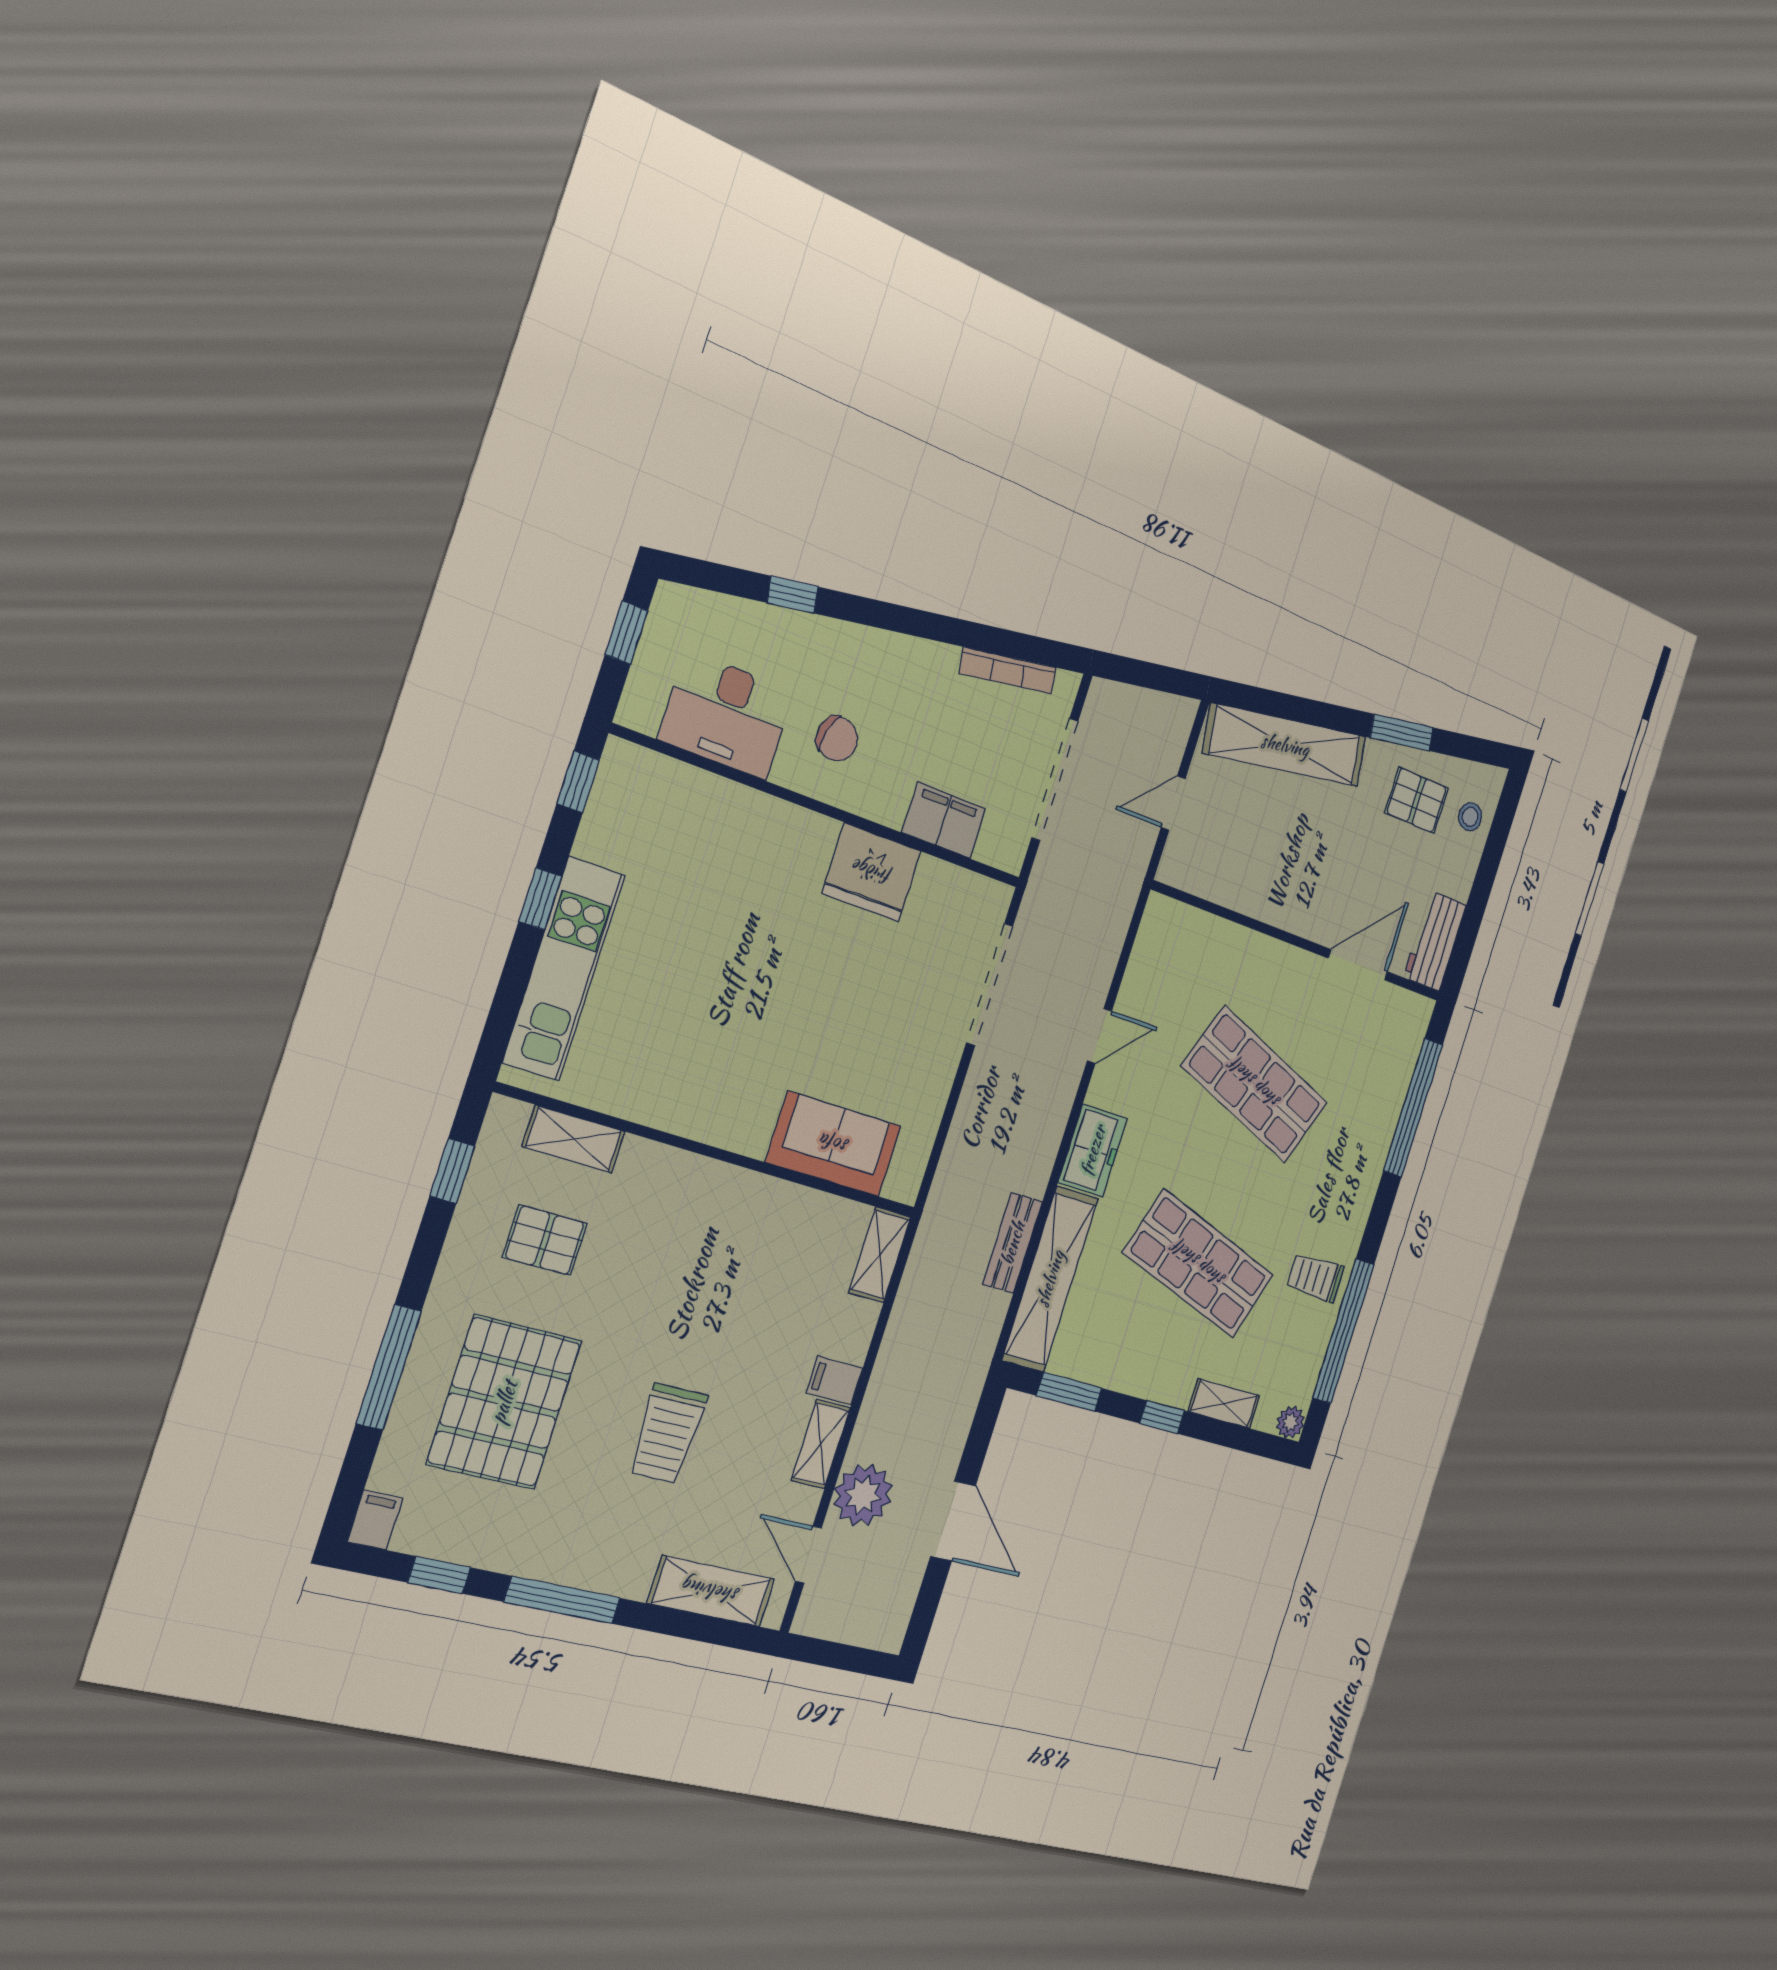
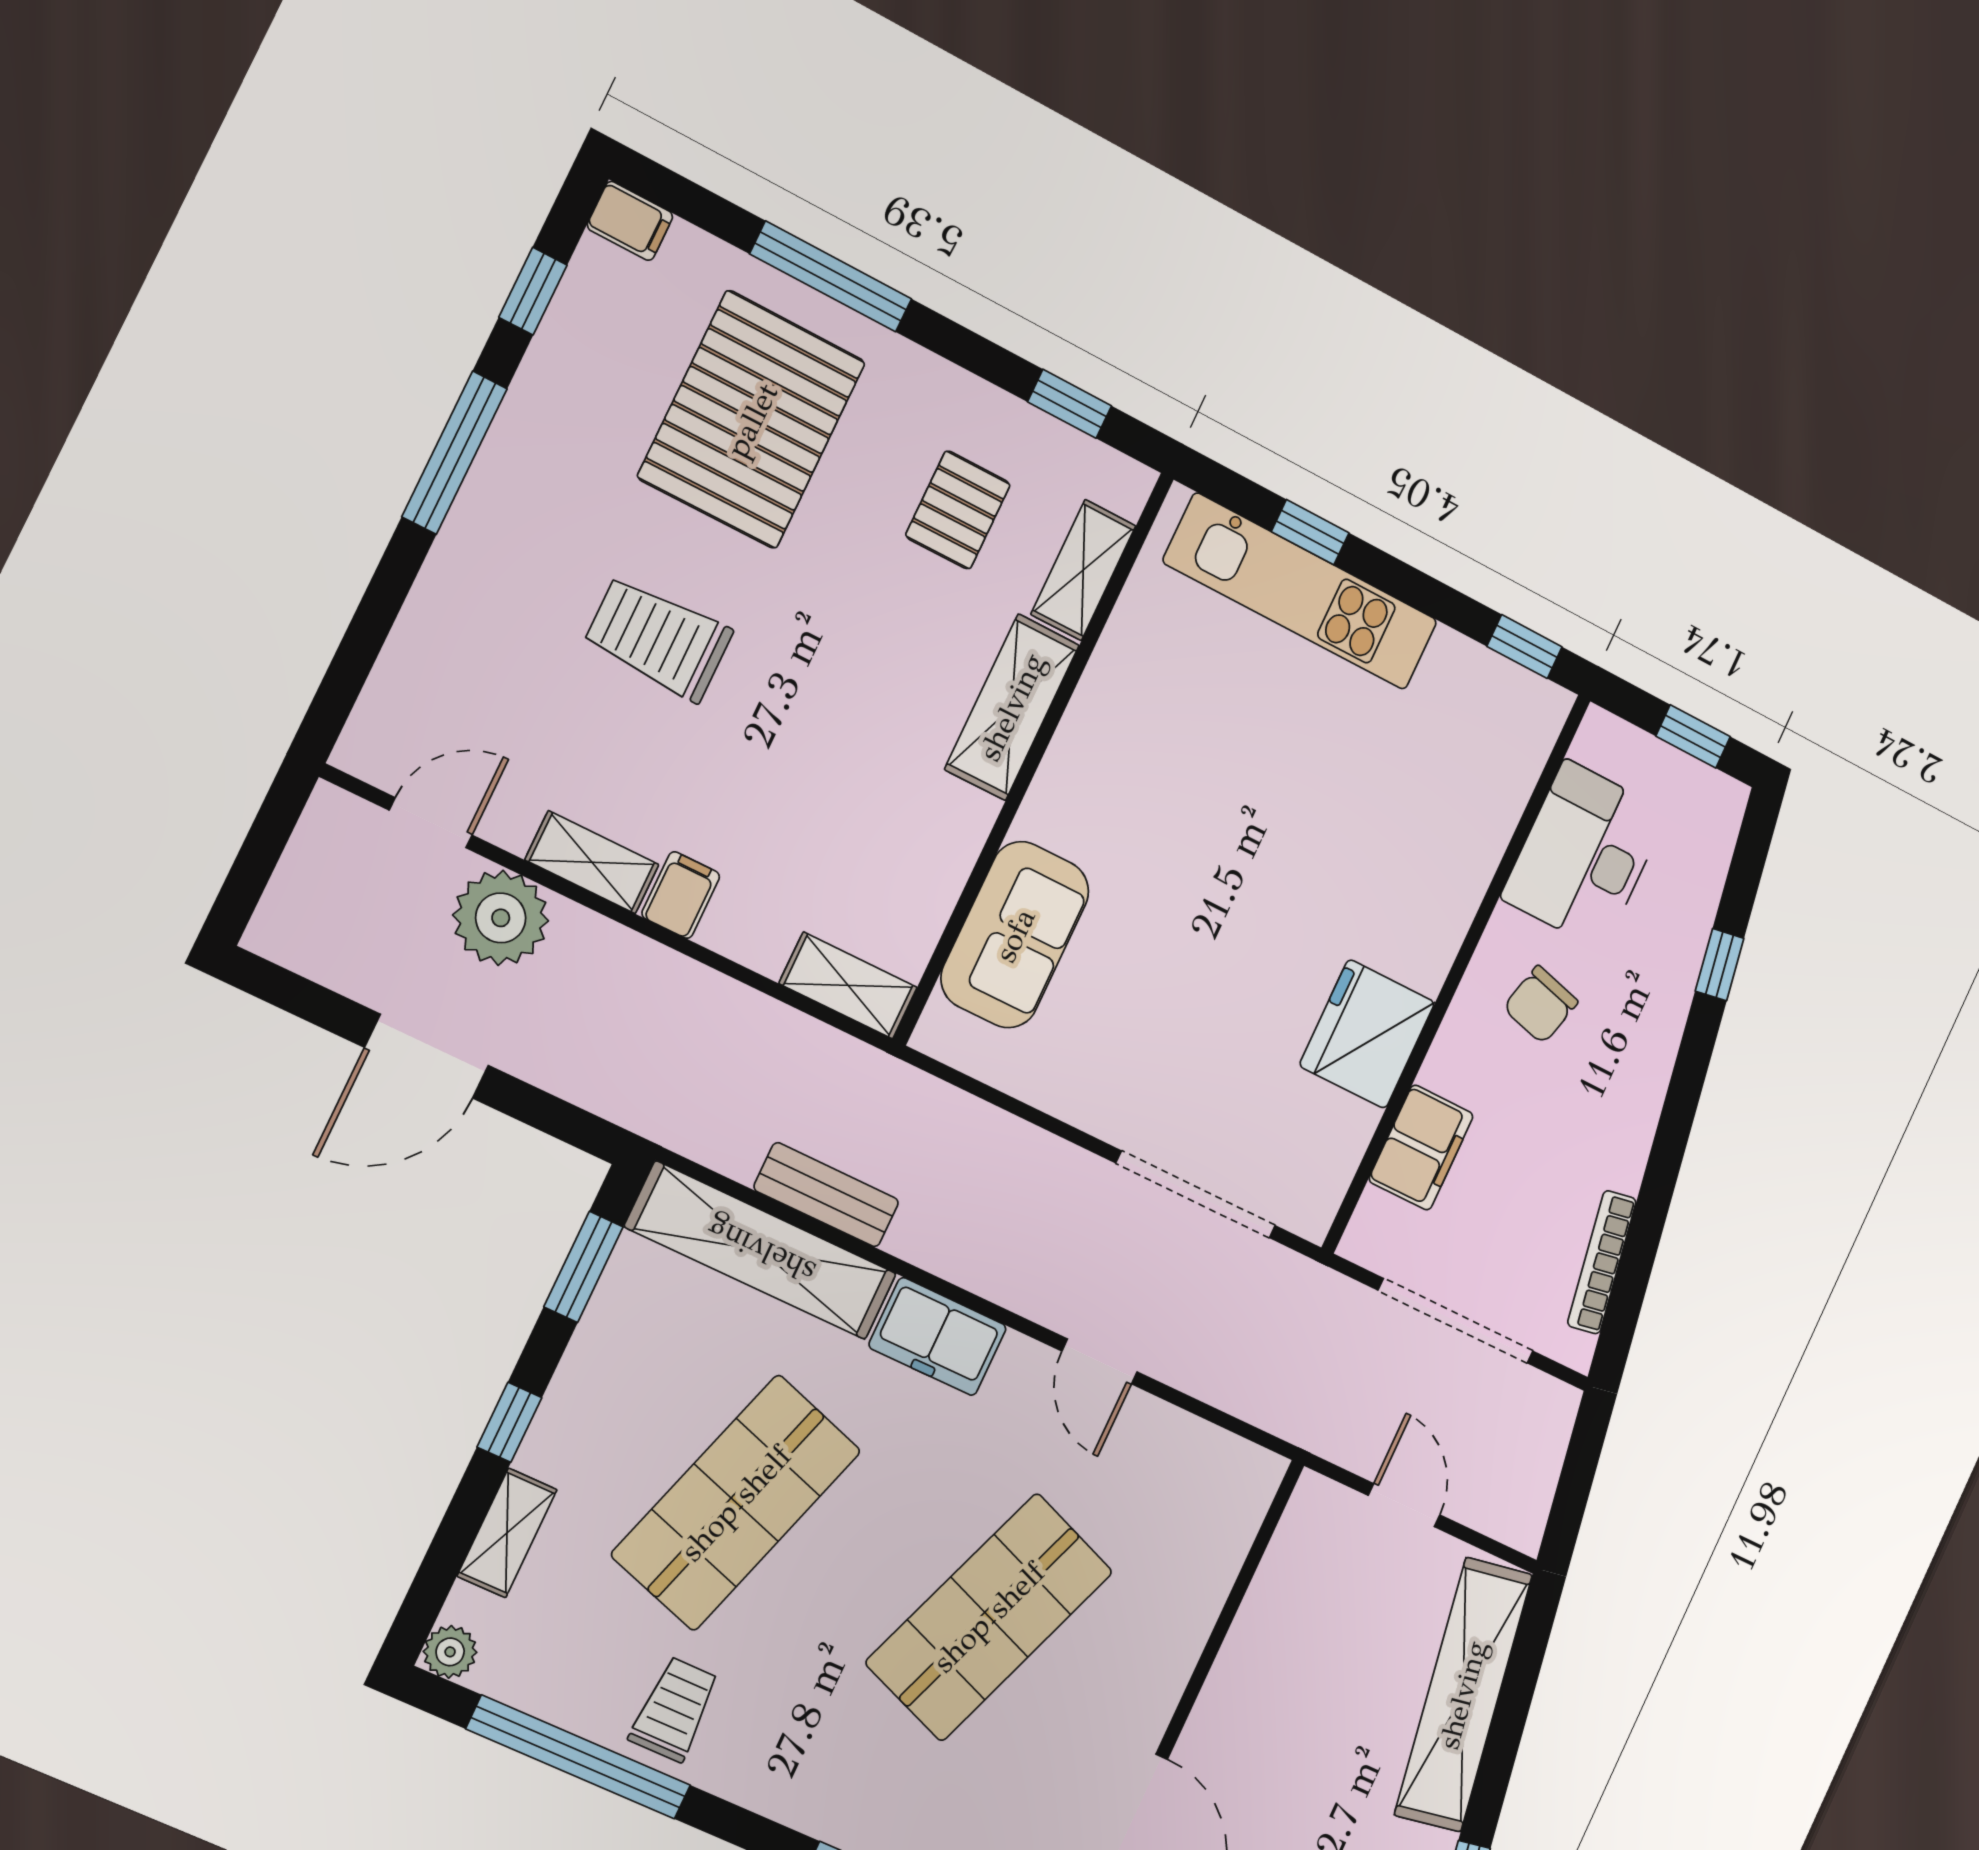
window: (540, 899) -> (1310, 532), moved
pallet: (504, 1402) -> (752, 420), turned 90
shelving: (711, 1591) -> (1012, 707), moved

